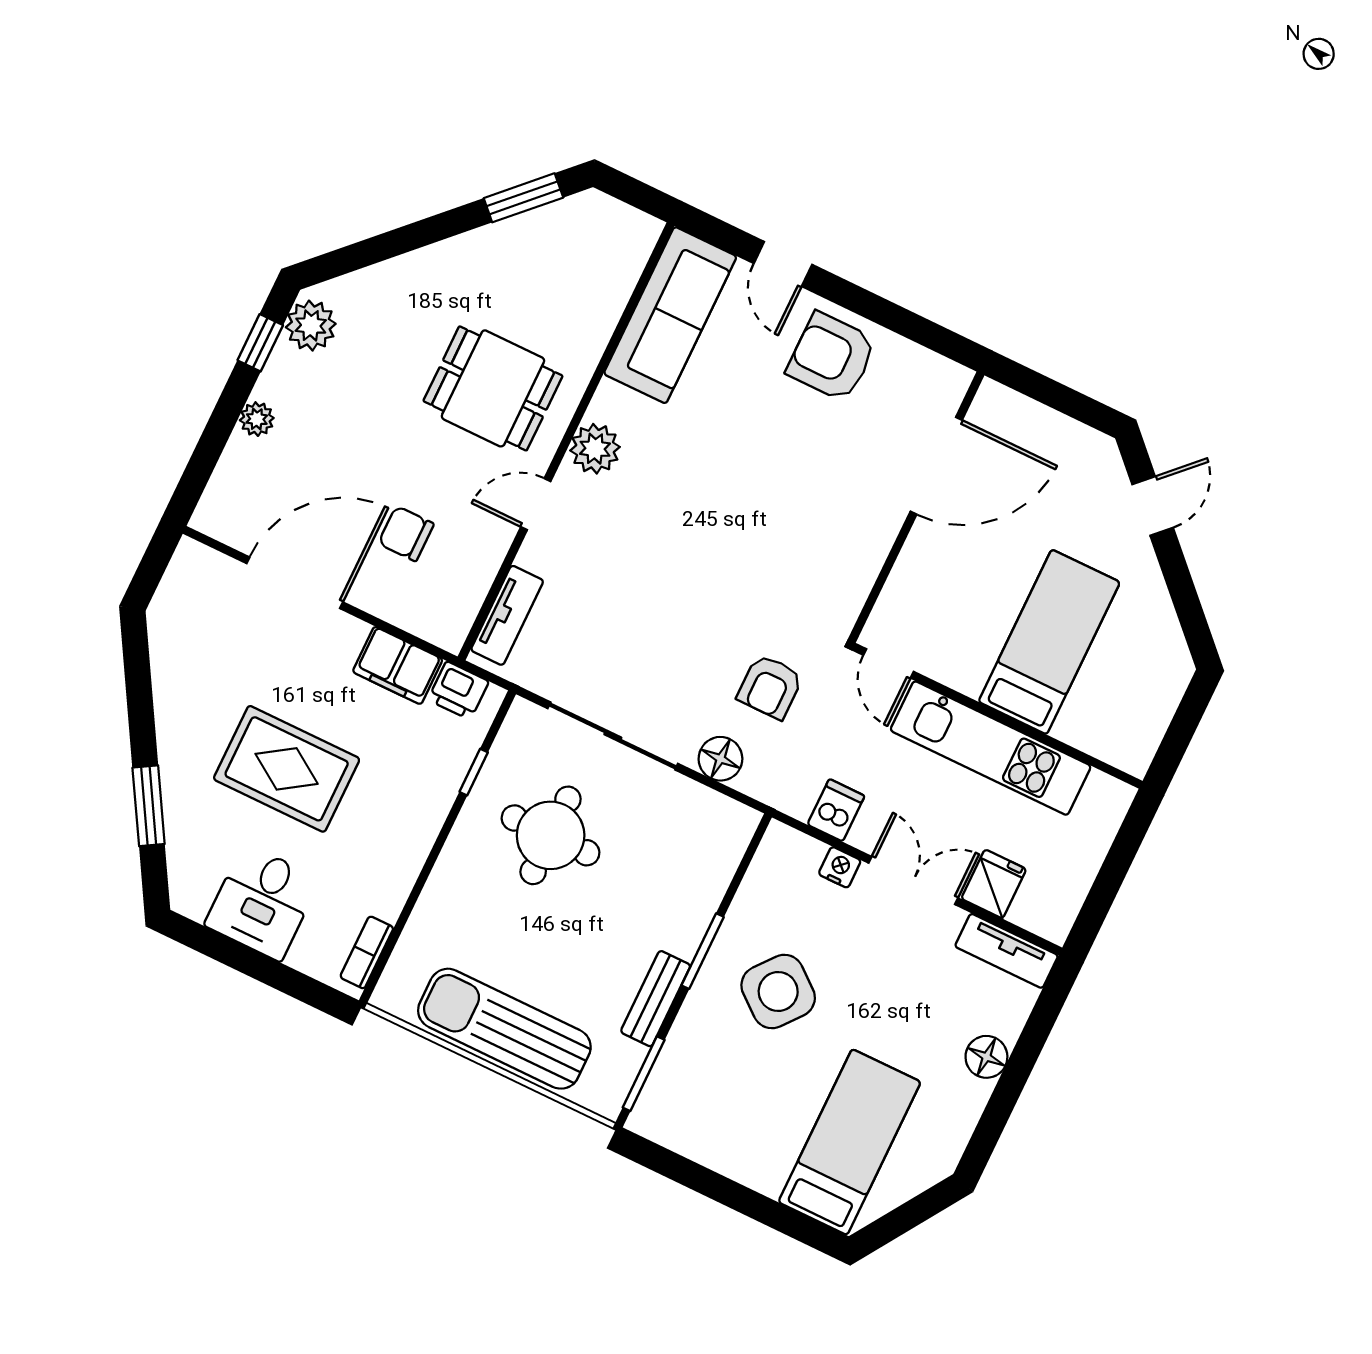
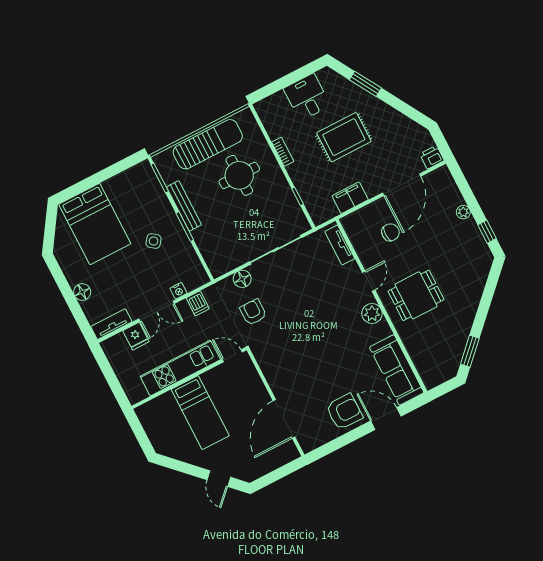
door: (783, 264) -> (386, 418), width x1.38
plant: (311, 326) -> (480, 252), removed
printer: (458, 691) -> (432, 157), moved
round table: (551, 835) -> (239, 175), moved
bookcase: (367, 952) -> (283, 152), moved
side table: (778, 992) -> (154, 241), width x0.54, depth x0.54
bench: (656, 999) -> (184, 206), width x1.36
bed: (850, 1142) -> (95, 224), width x1.50

